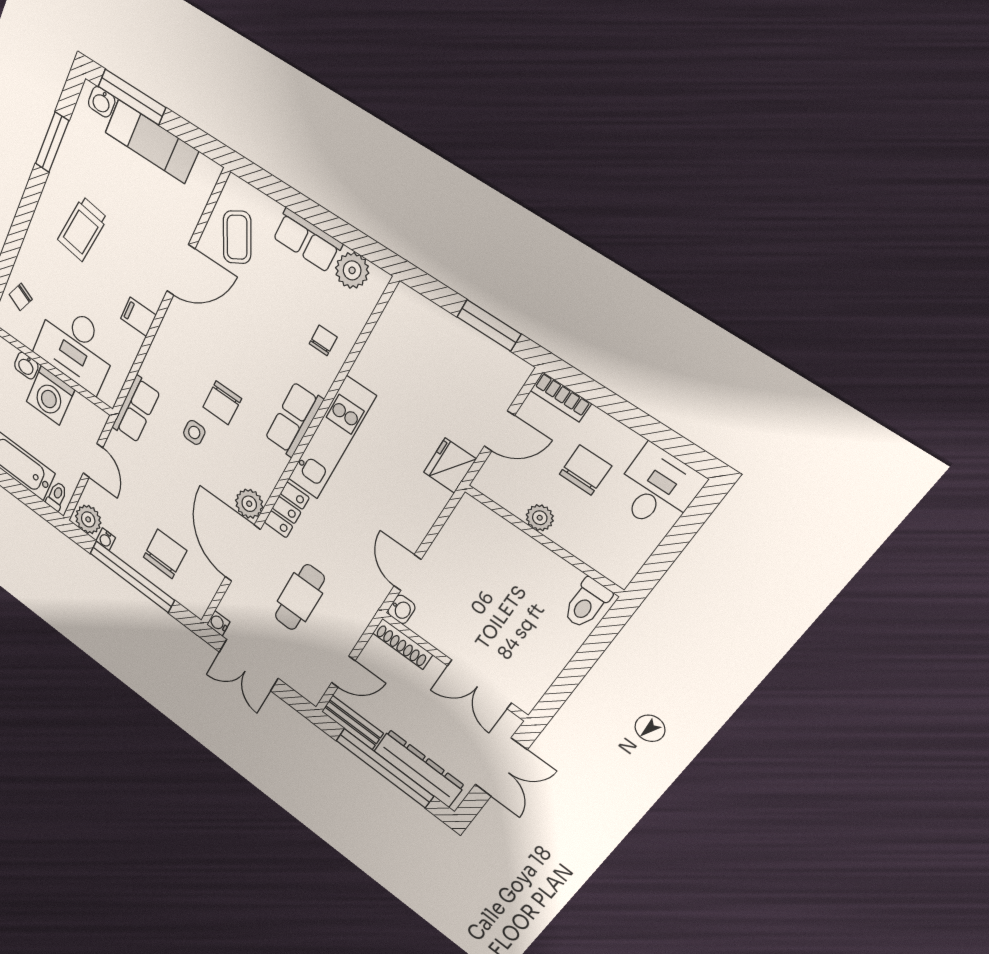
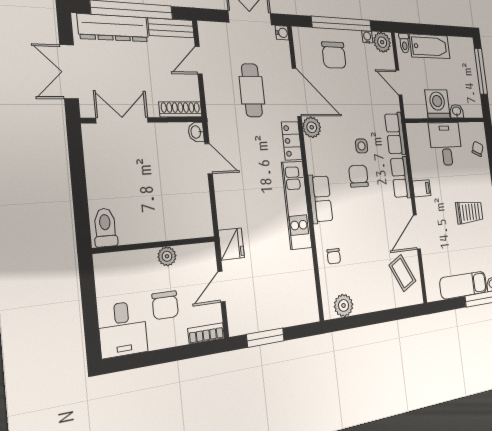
trolley: (82, 229) -> (469, 212), turned 82
row of seats: (307, 240) -> (401, 178), moved, turned -90
desk: (76, 347) -> (446, 144), width x0.73

